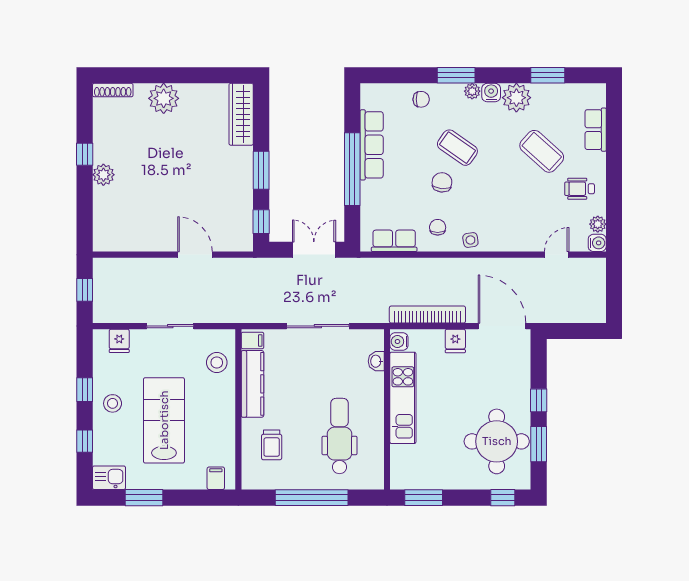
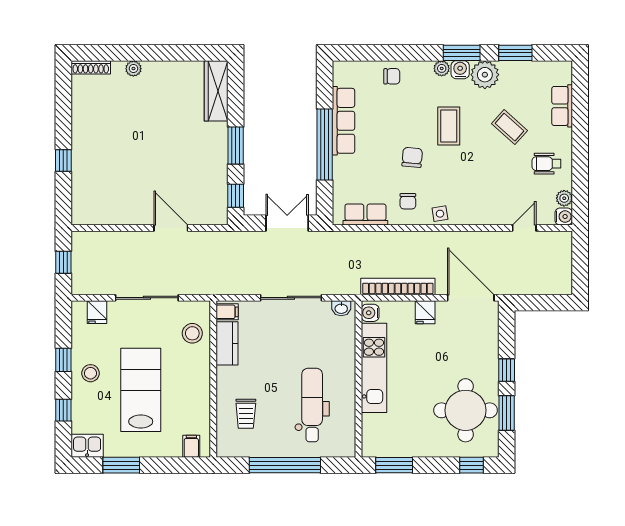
window: (456, 75) -> (462, 53), moved
plant: (164, 98) -> (133, 69), width x0.53, depth x0.53
coffee table: (457, 148) -> (449, 126), moved, turned 55
coffee table: (542, 151) -> (510, 127), width x0.73, depth x0.77
window: (85, 154) -> (63, 161), moved
plant: (103, 175) -> (82, 150), removed
chair: (438, 227) -> (408, 201), turned 180
sliding door: (170, 326) -> (147, 298), width x1.37
washbasin: (376, 361) -> (341, 308), moved, turned -90
kitchen counter: (252, 384) -> (227, 343), width x0.67

